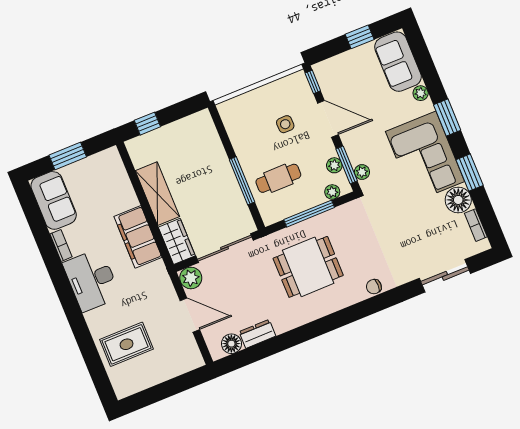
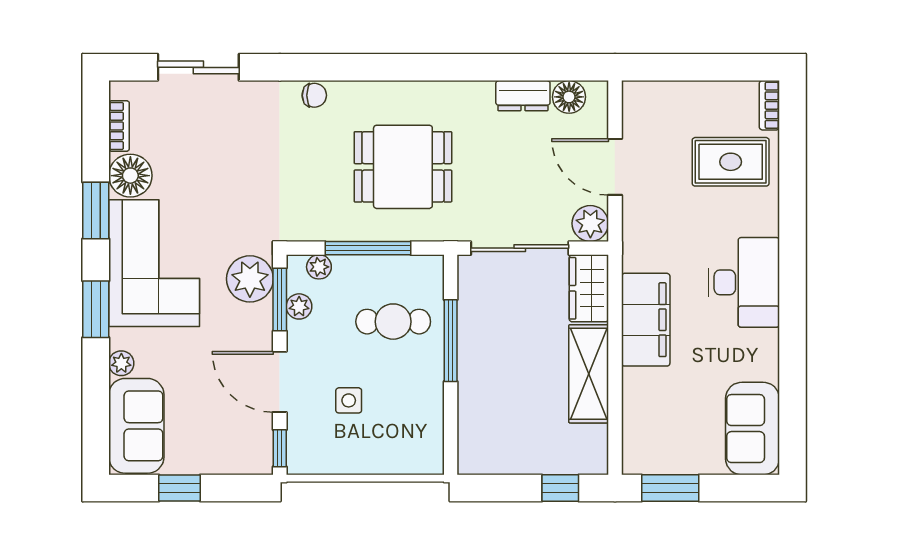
window: (68, 156) -> (670, 488), moved
plant: (362, 172) -> (250, 279), width x1.88, depth x1.88
bookcase: (61, 245) -> (769, 105), moved

